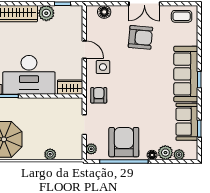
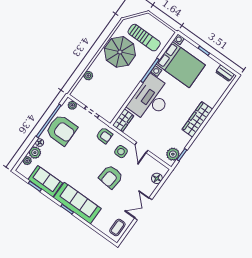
plant: (46, 13) -> (173, 154), moved
armchair: (140, 37) -> (111, 177), moved
door: (84, 50) -> (141, 148), hinge flipped

